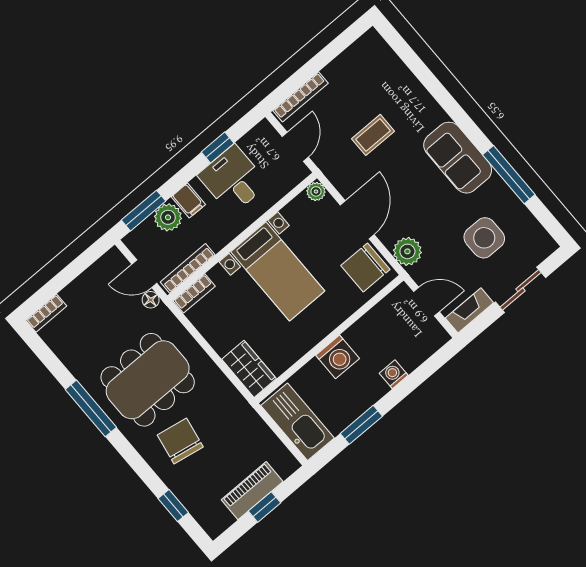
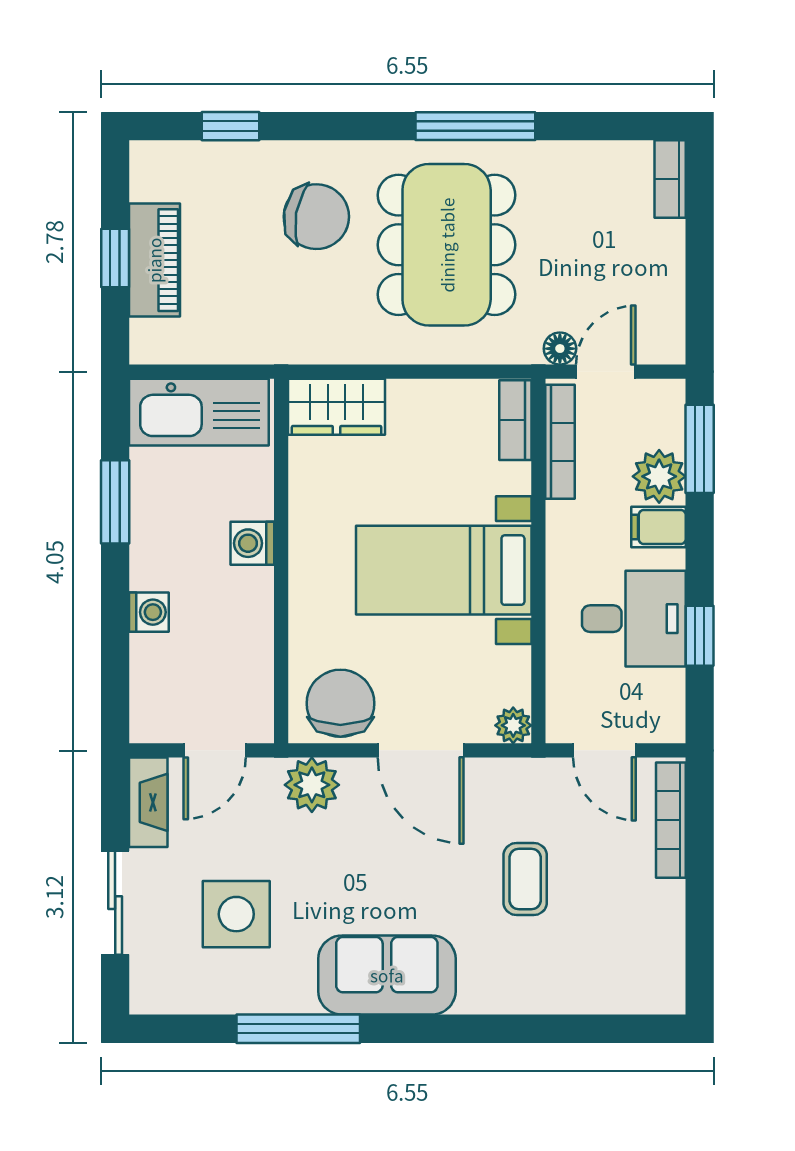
washing machine: (338, 357) -> (252, 543), width x0.73, depth x0.73

